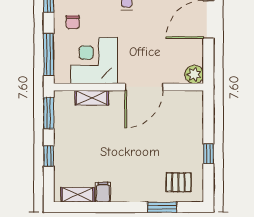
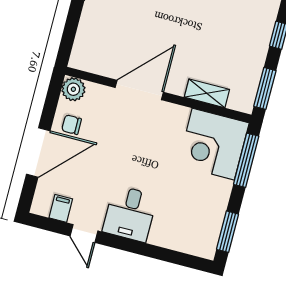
chair: (73, 22) -> (72, 125), moved, turned -90
corner desk: (94, 60) -> (213, 144), moved, turned 90

